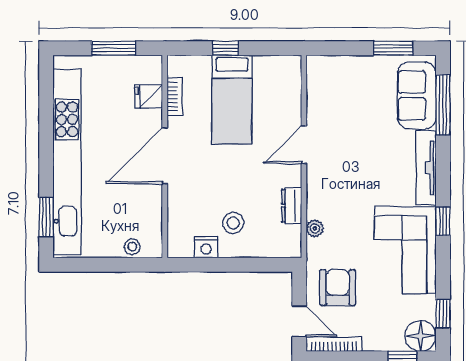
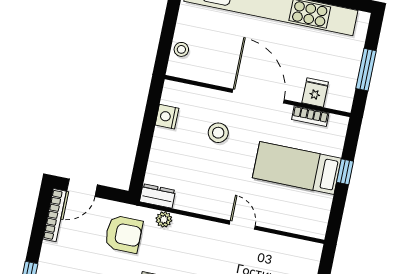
door: (304, 145) -> (242, 225), width x0.73
dresser: (292, 206) -> (157, 196), moved
stool: (233, 223) -> (218, 133), moved
armchair: (338, 288) -> (124, 234), moved

